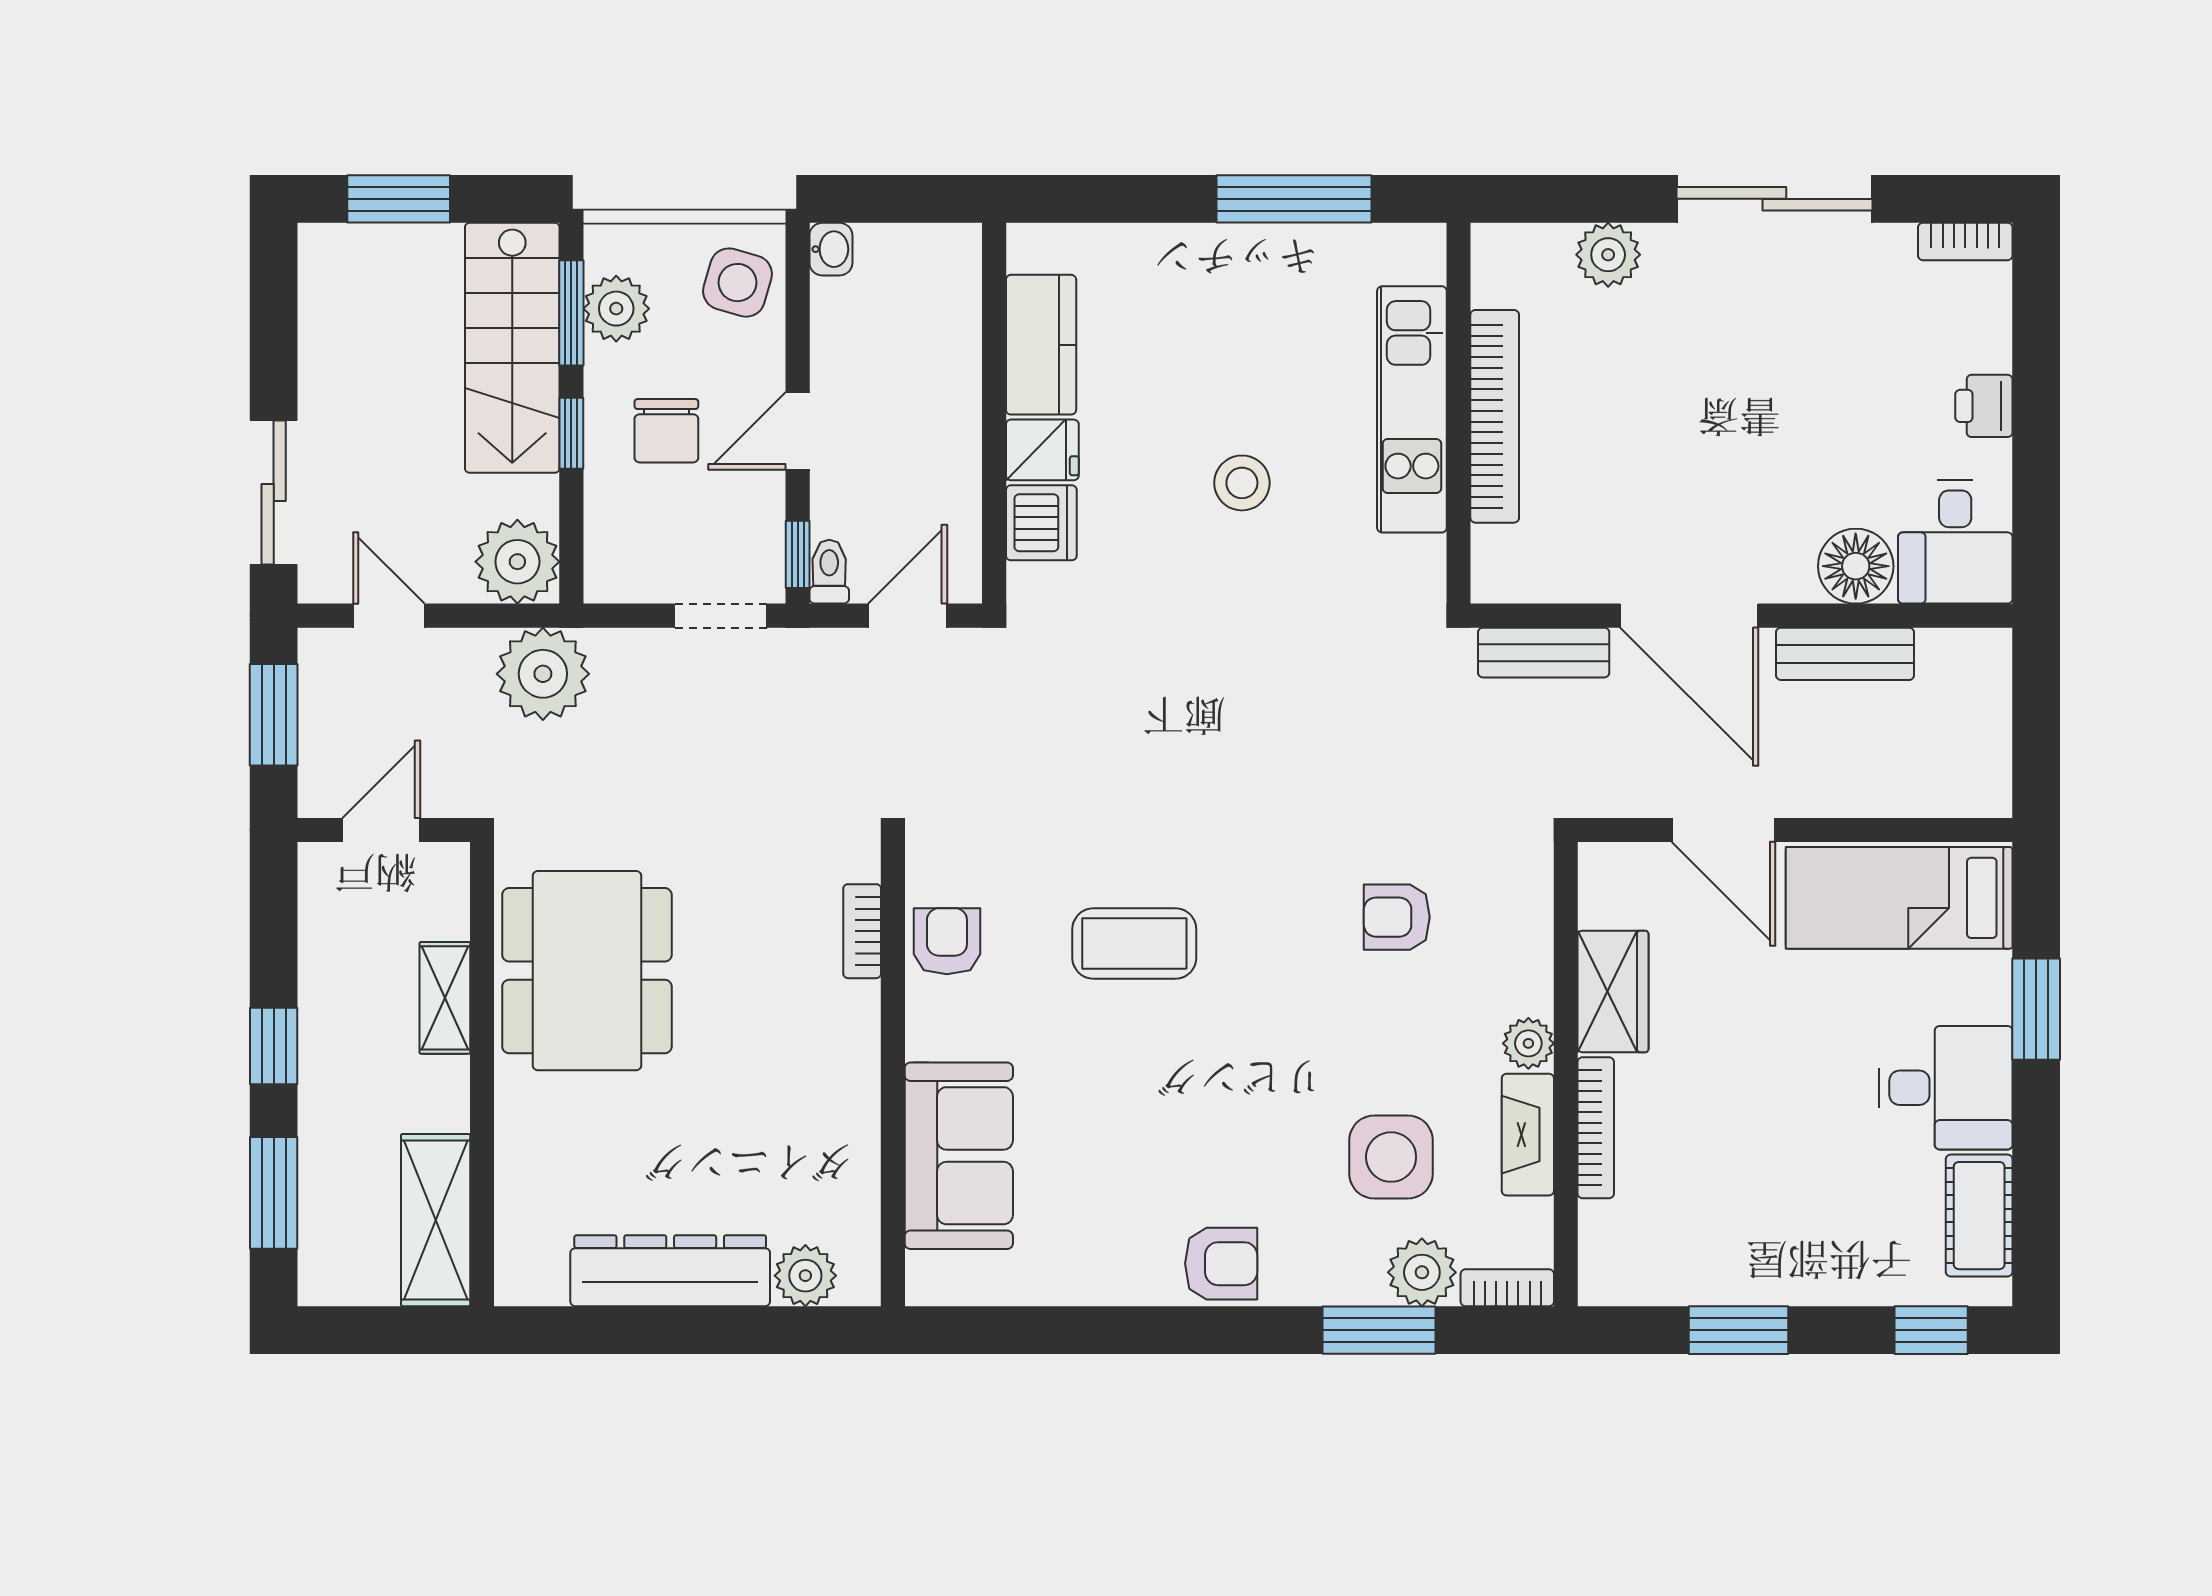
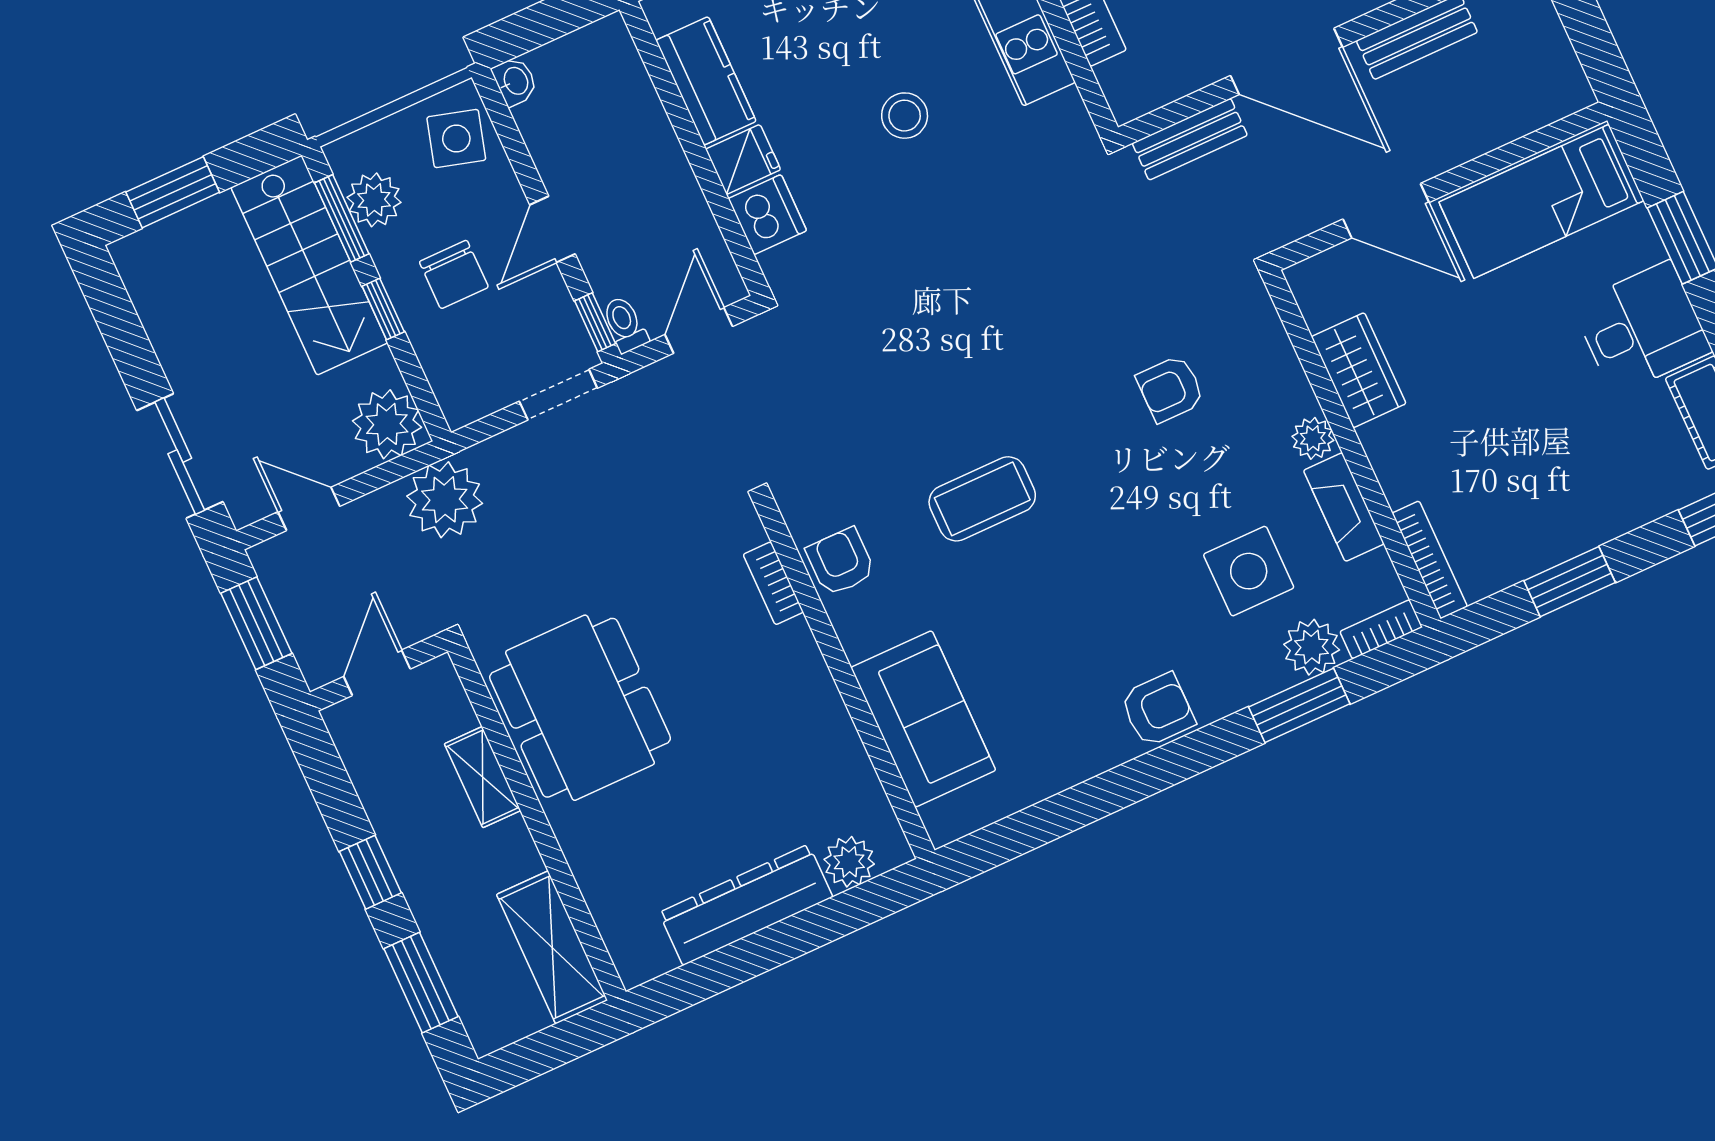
bookcase: (1596, 1128) -> (1430, 560), moved

